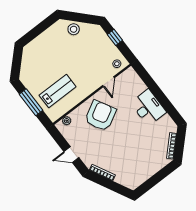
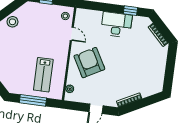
lab bench: (58, 91) -> (43, 75), turned 180
window: (169, 108) -> (130, 11), added

